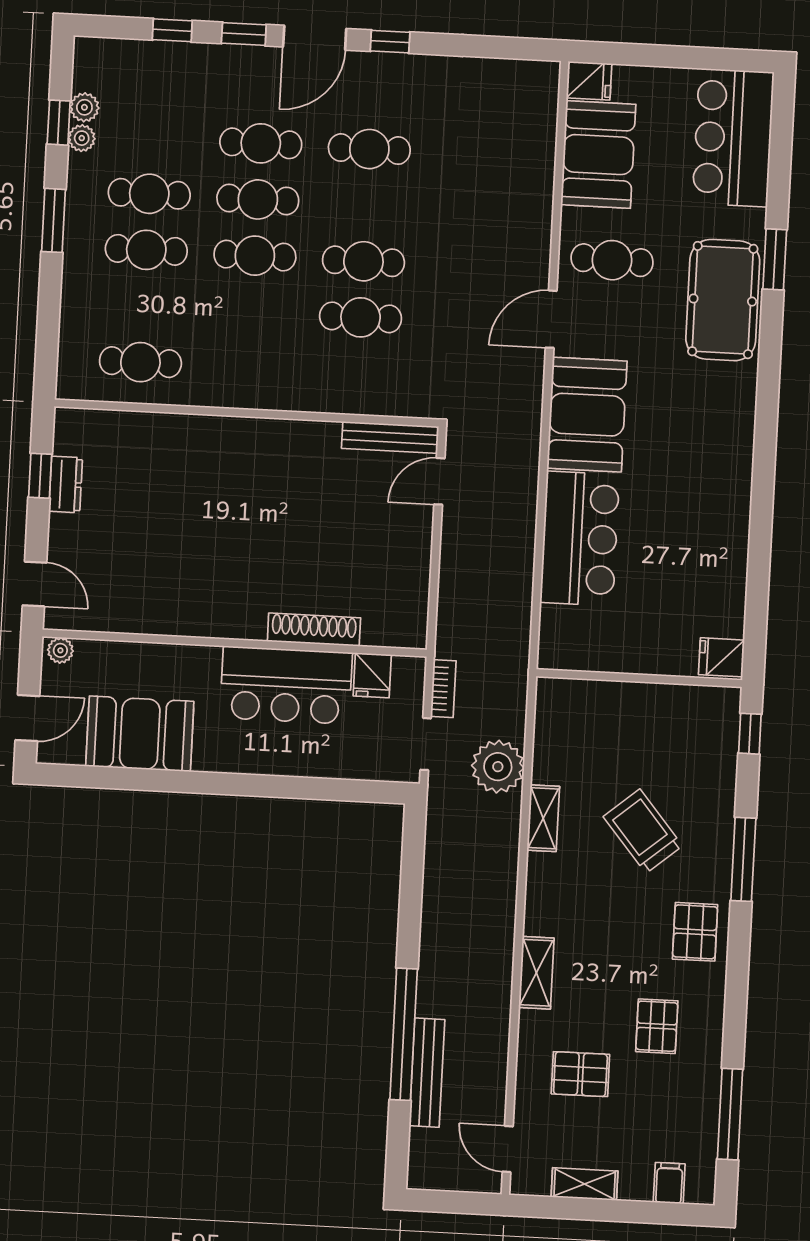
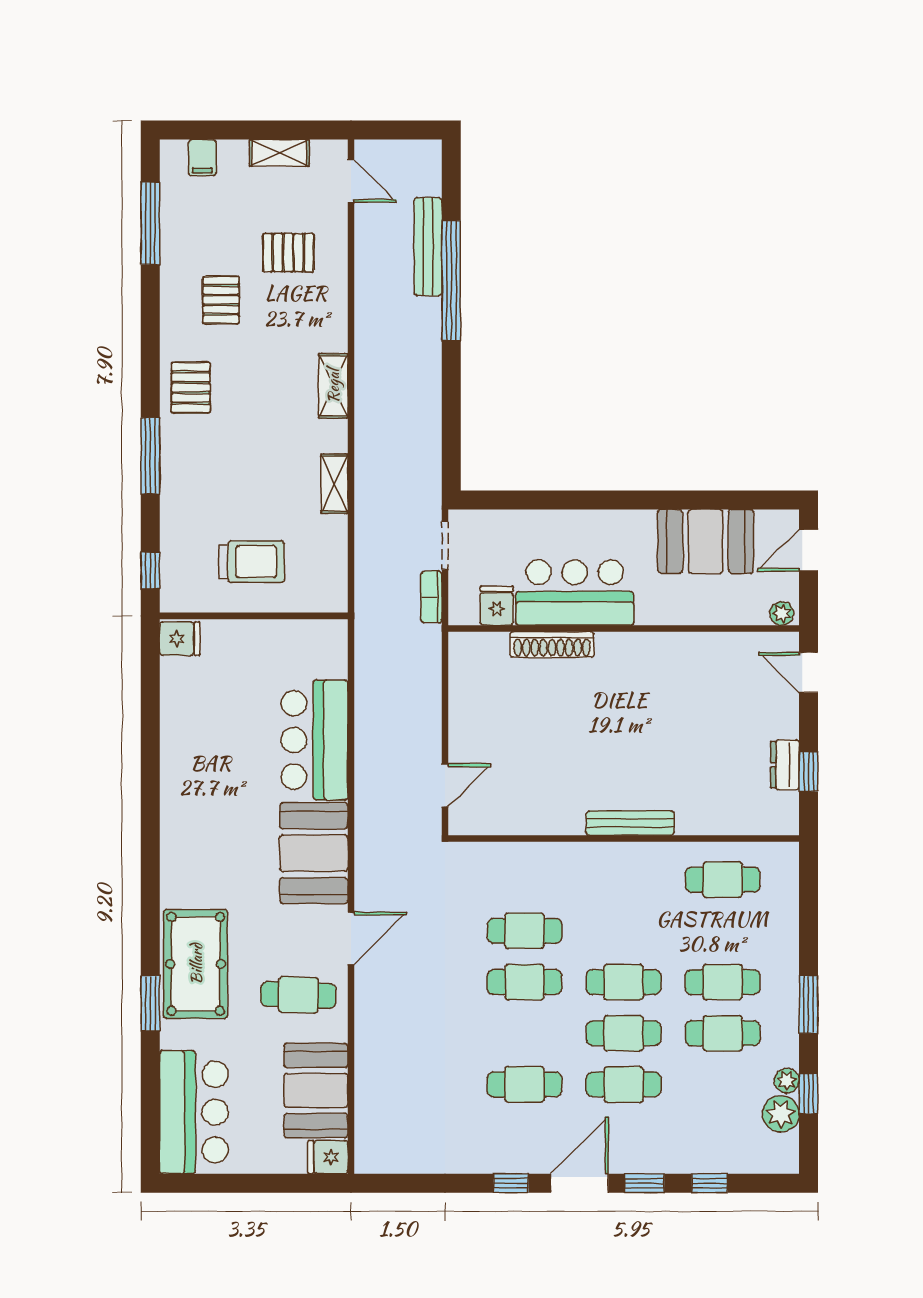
plant: (84, 107) -> (781, 1114), width x1.38, depth x1.38
bench: (390, 437) -> (630, 823), moved
plant: (498, 767) -> (378, 529), removed
trolley: (643, 831) -> (252, 562), moved, turned -50
shelving: (536, 973) -> (333, 386), moved

